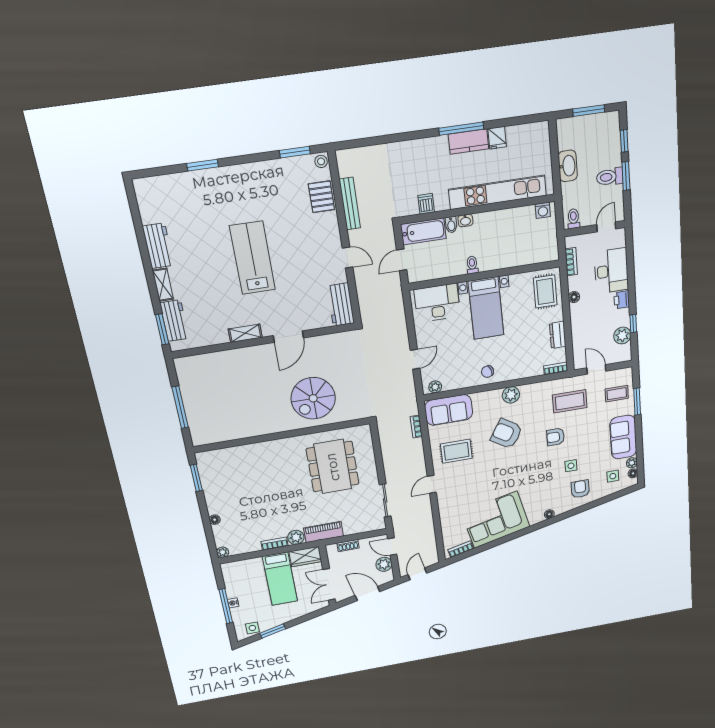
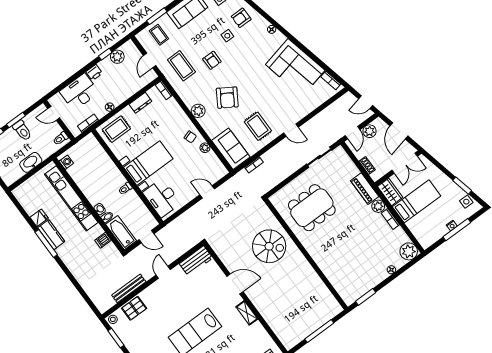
plant: (435, 387) -> (205, 148), moved
plant: (223, 552) -> (409, 251), width x1.88, depth x1.88

